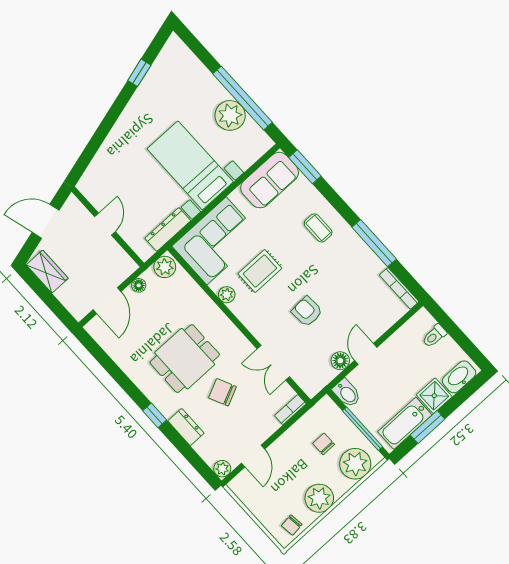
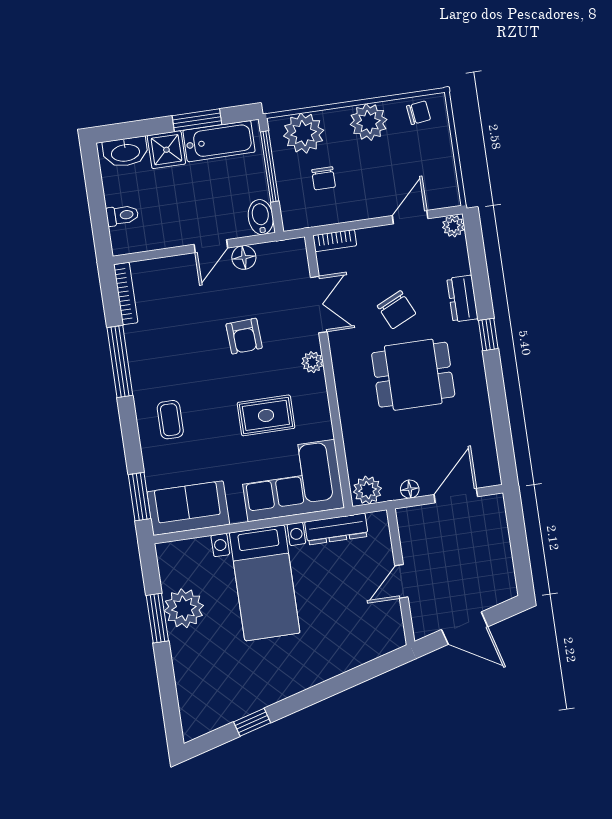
window: (243, 98) -> (157, 618), width x0.47
wardrobe: (47, 272) -> (500, 572), removed
plant: (227, 295) -> (312, 362), moved

